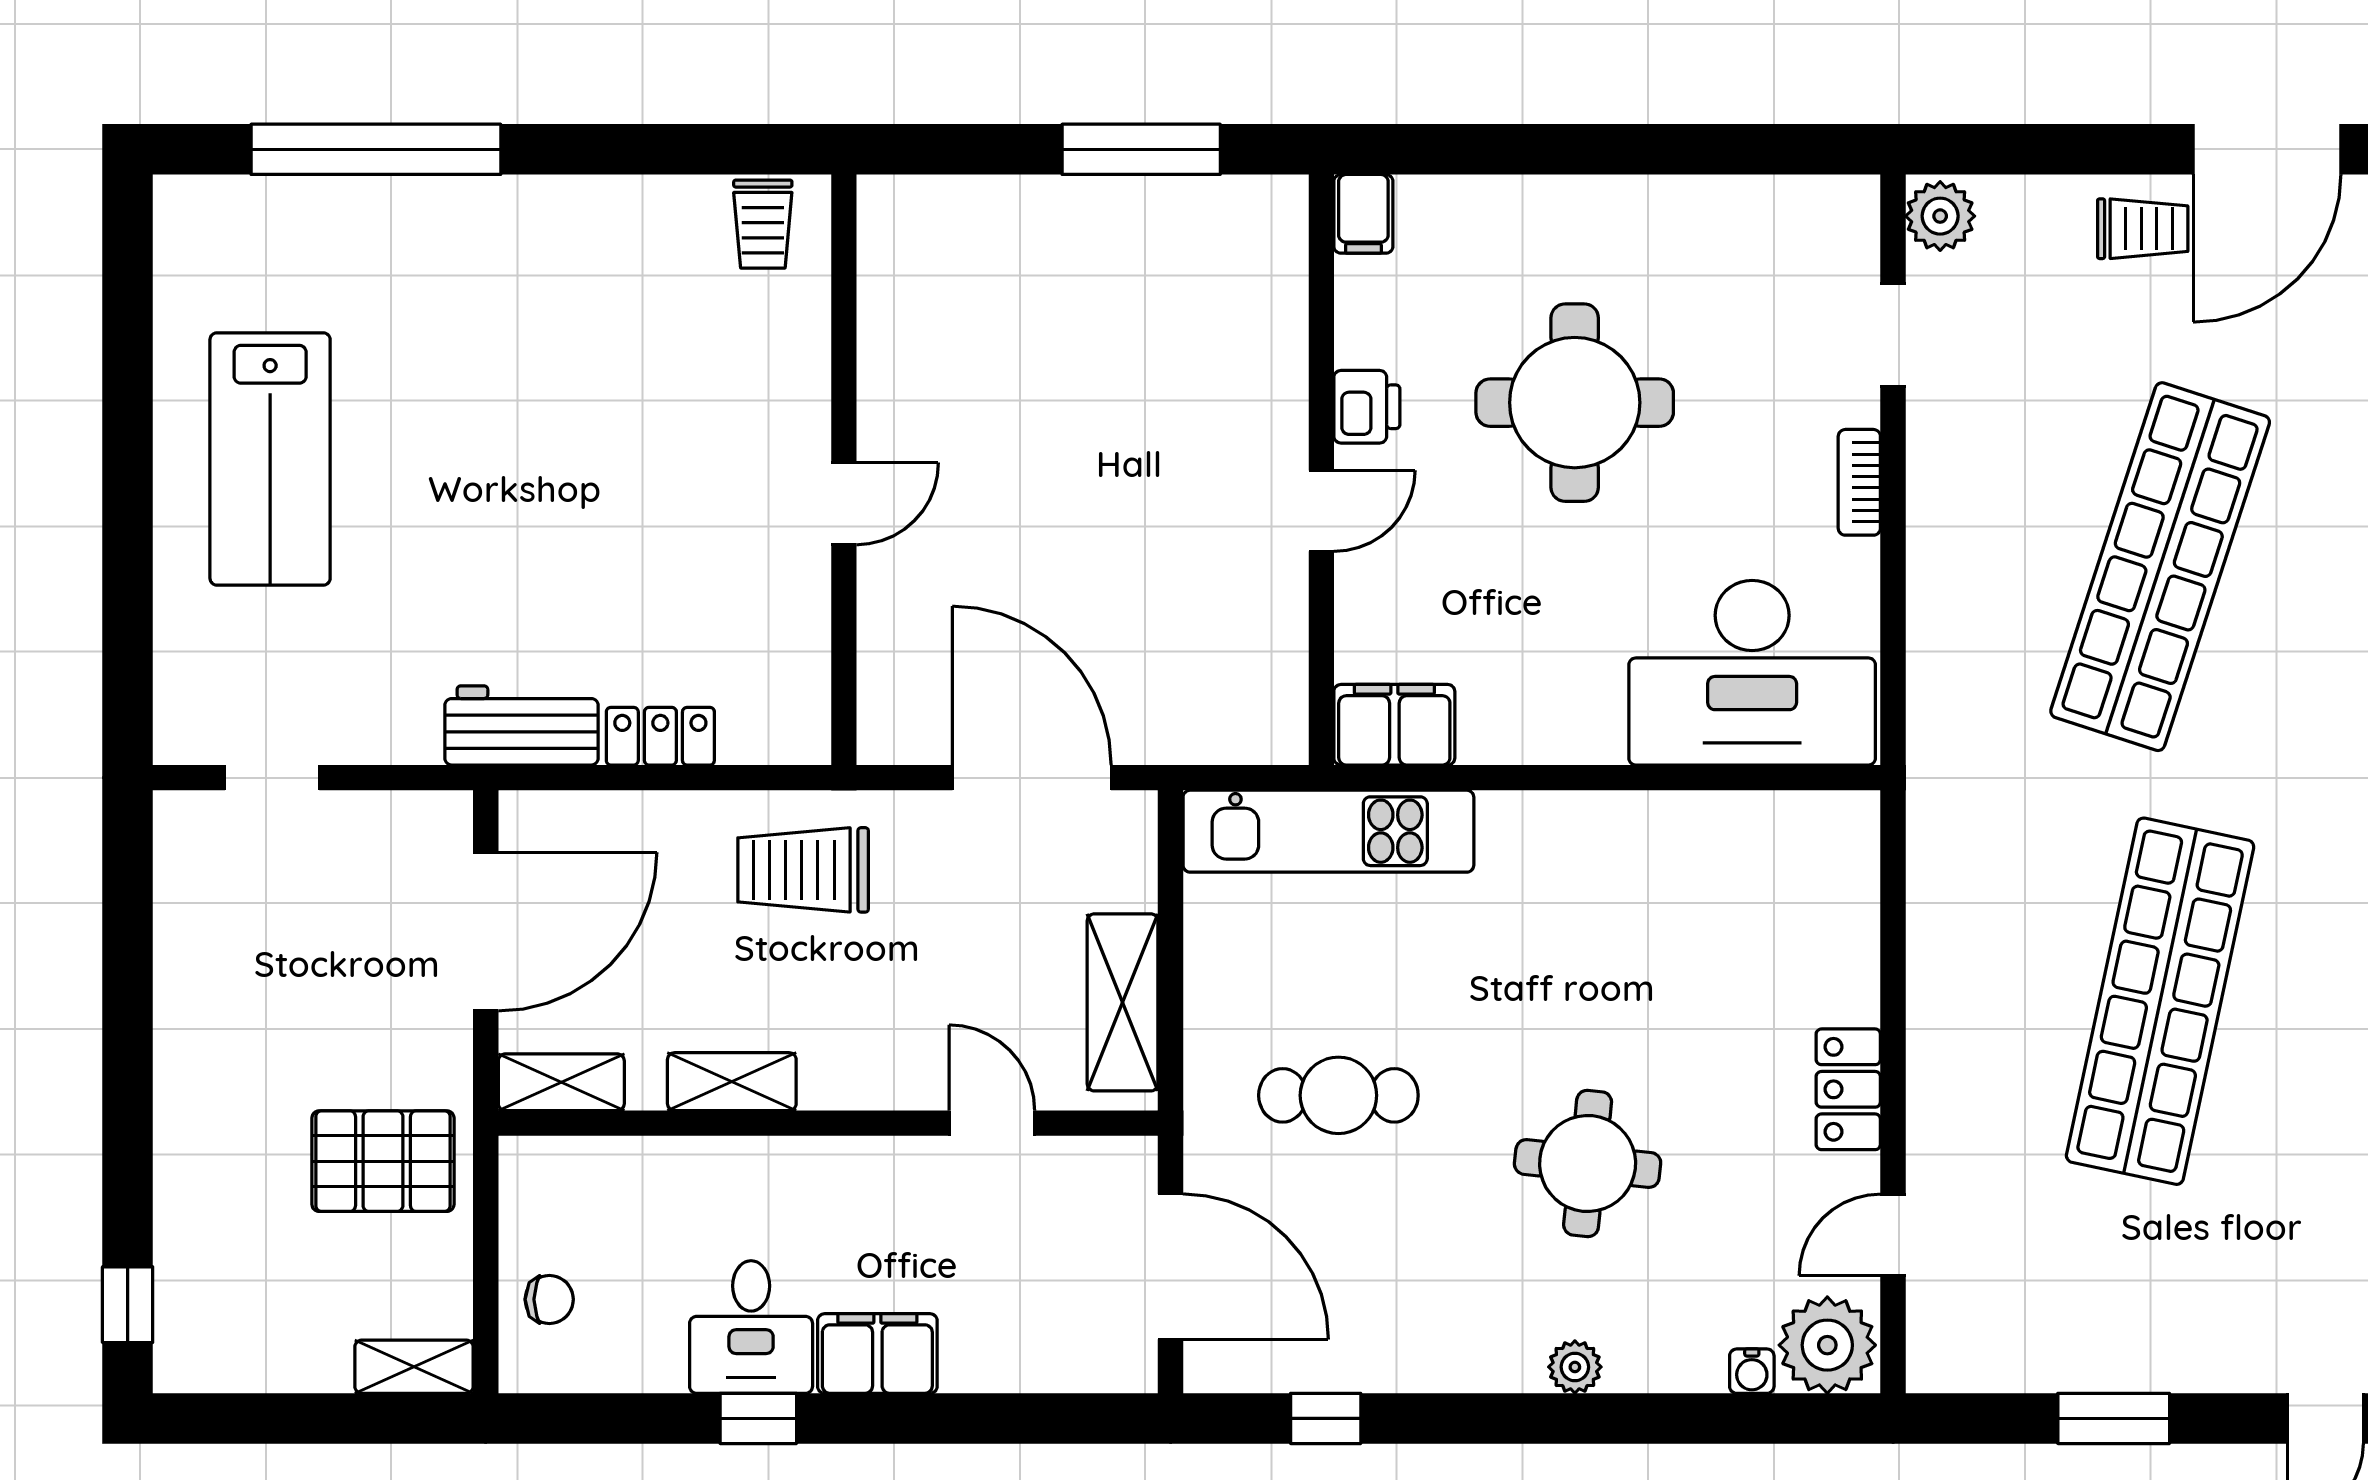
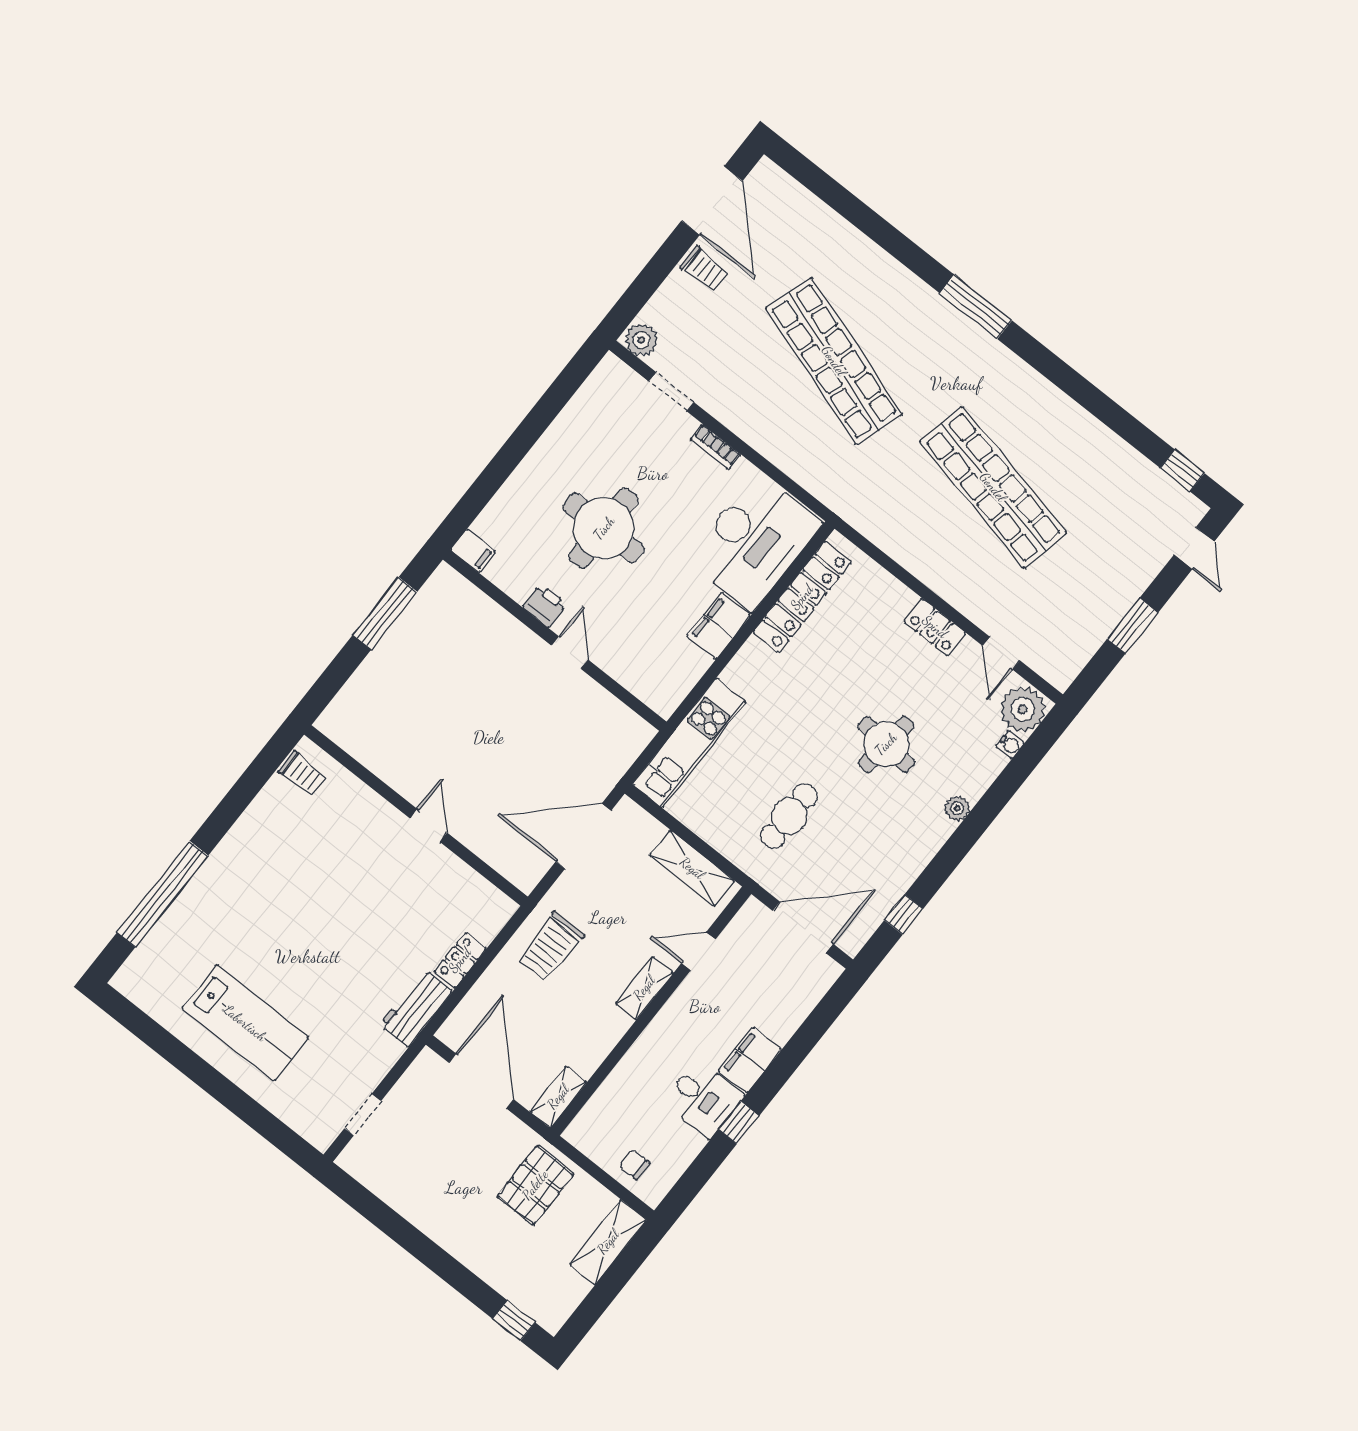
trolley: (2143, 229) -> (705, 269), turned 90
filing cabinet: (1394, 725) -> (718, 626), moved
locker: (1723, 827) -> (802, 597), added
shelving: (732, 1082) -> (644, 988), moved
chair: (549, 1299) -> (635, 1165), turned -90
shelving: (414, 1367) -> (608, 1242), width x1.50, depth x1.33

